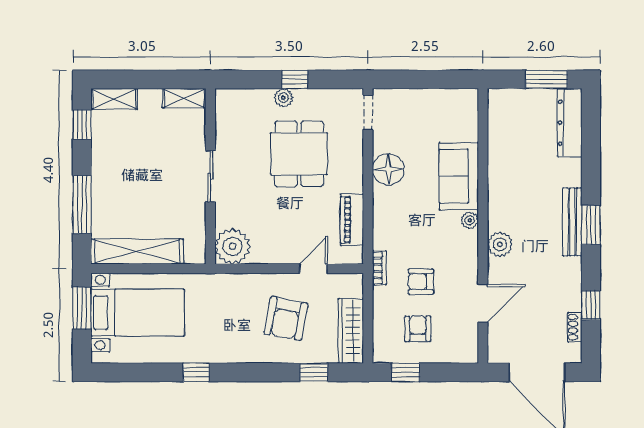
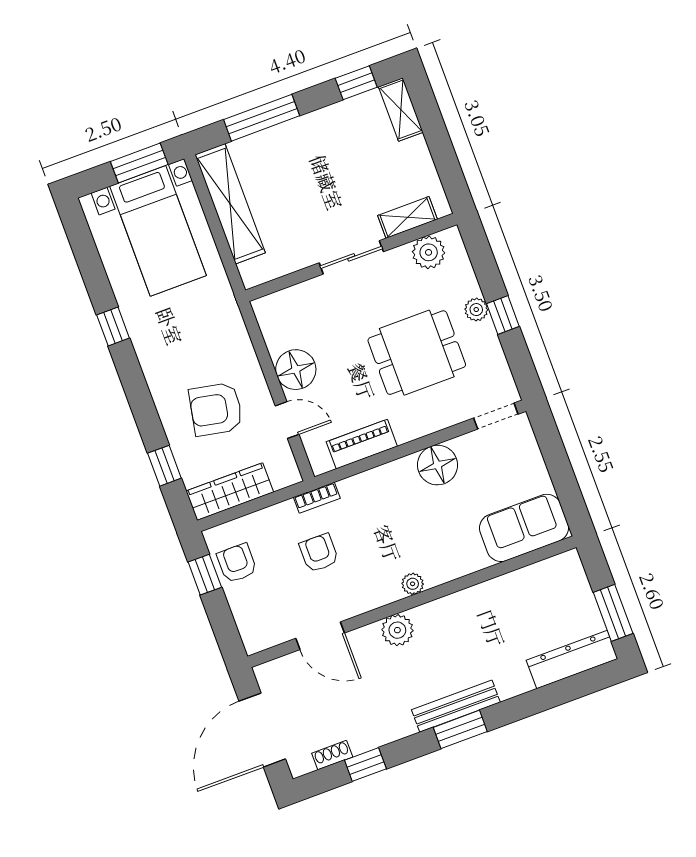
shelving: (184, 98) -> (407, 217), moved, turned 90
sofa: (459, 176) -> (524, 528), moved
plant: (233, 246) -> (429, 252), moved, width x0.73, depth x0.73
floor lamp: (278, 248) -> (296, 370), added
armchair: (418, 329) -> (237, 563), moved, turned -90

